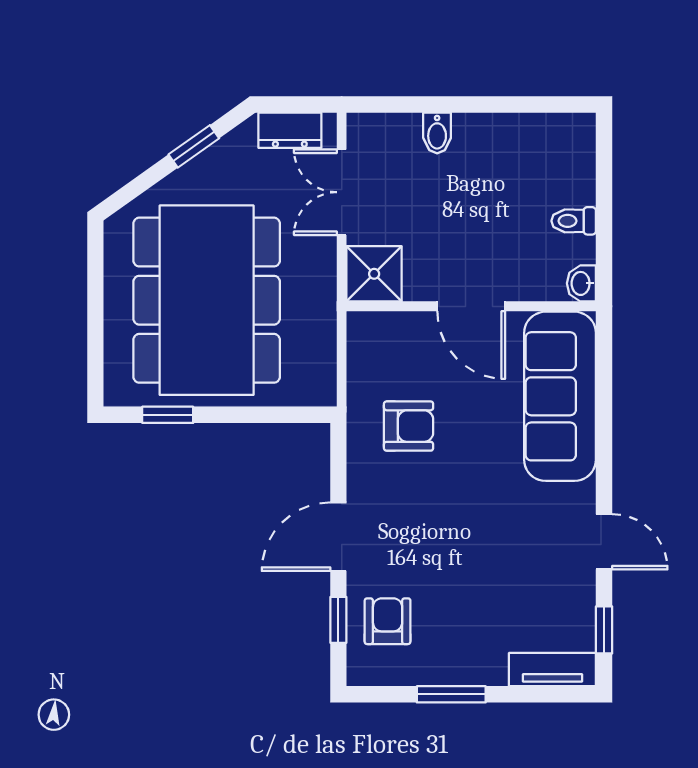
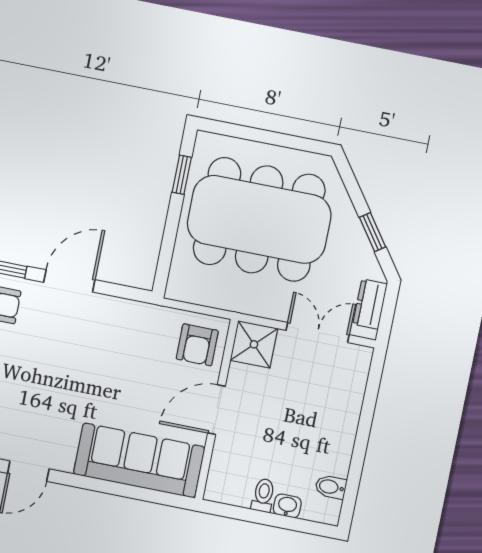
bidet: (437, 133) -> (331, 487), moved
washbasin: (581, 283) -> (287, 506), moved
armchair: (409, 426) -> (197, 345), moved
door: (338, 537) -> (69, 281), hinge flipped

